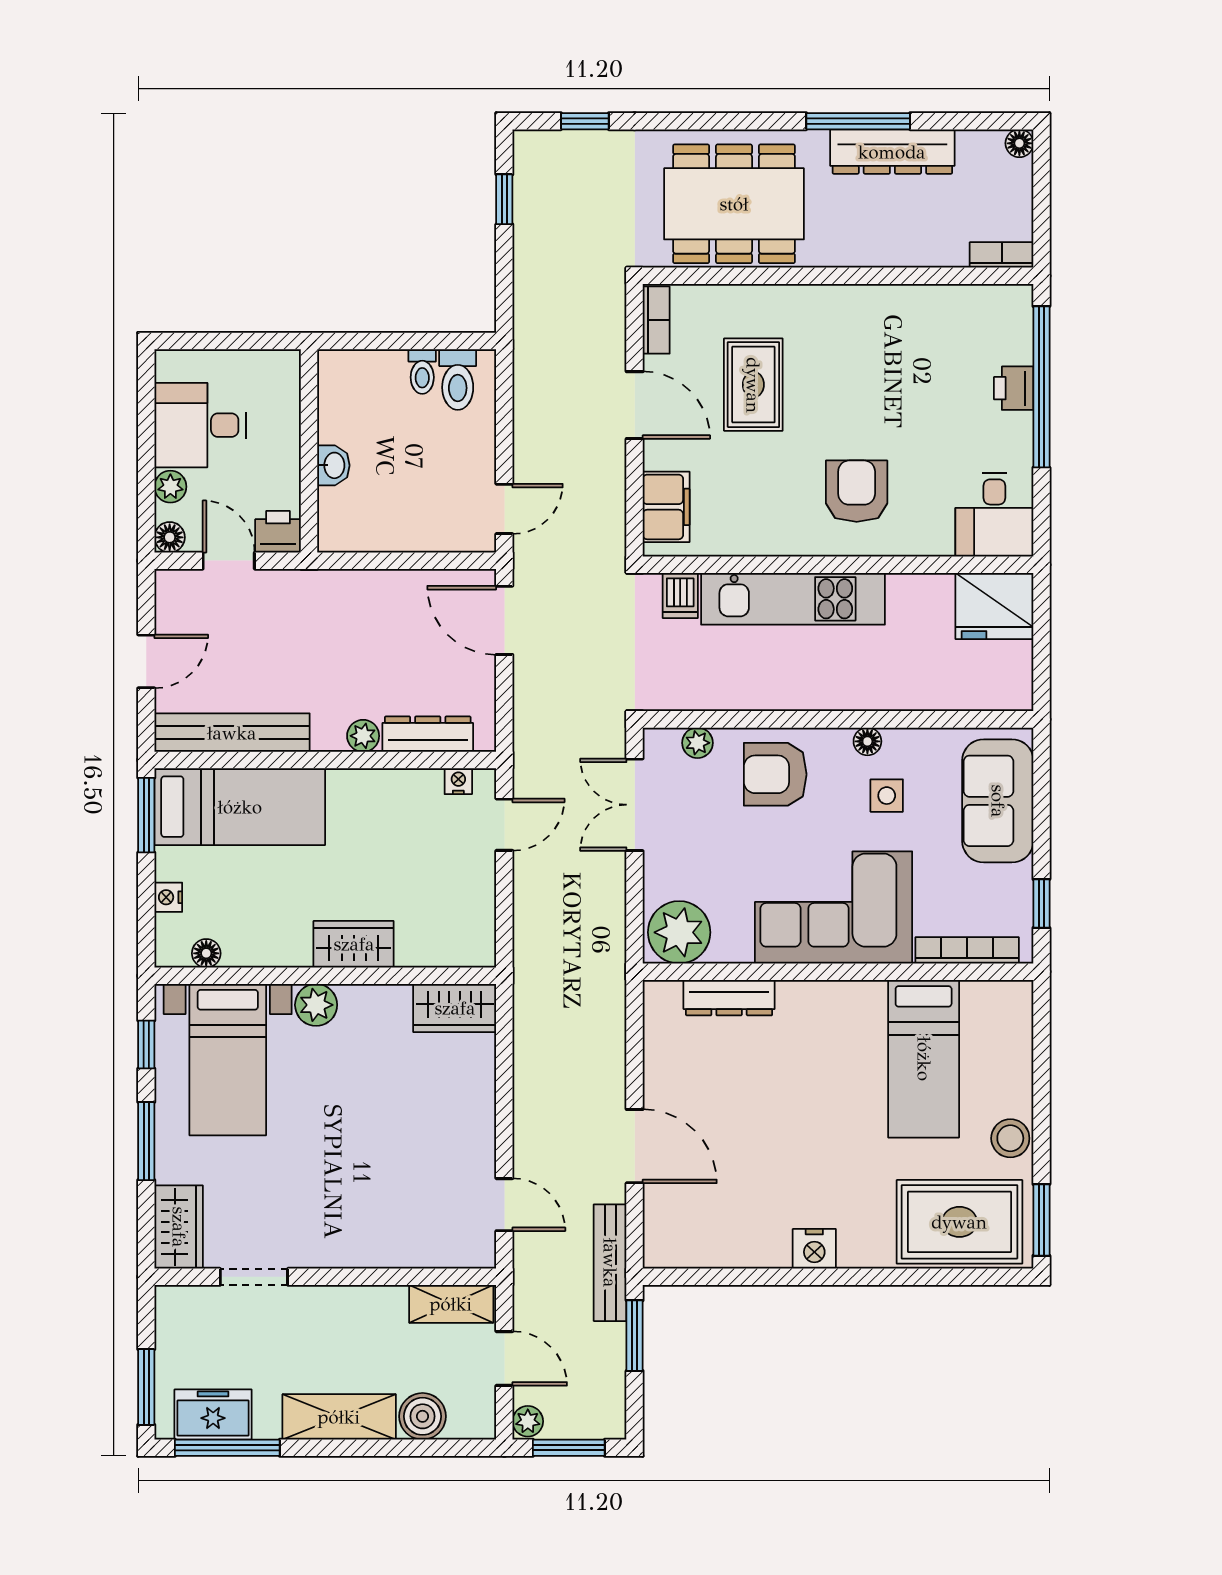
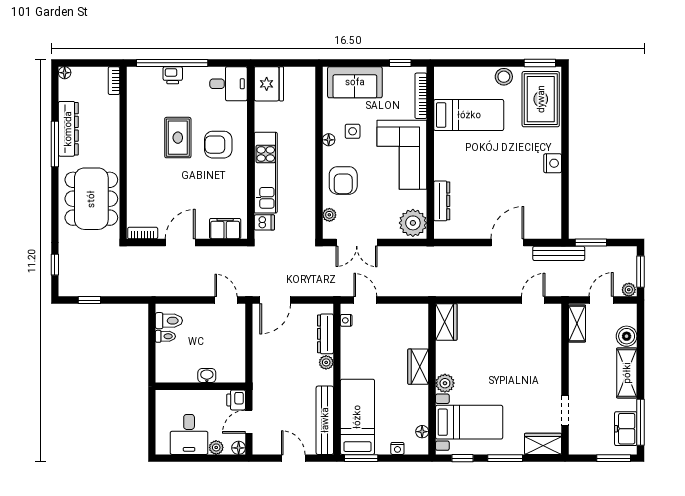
rug: (753, 385) -> (178, 138), moved, turned 90

